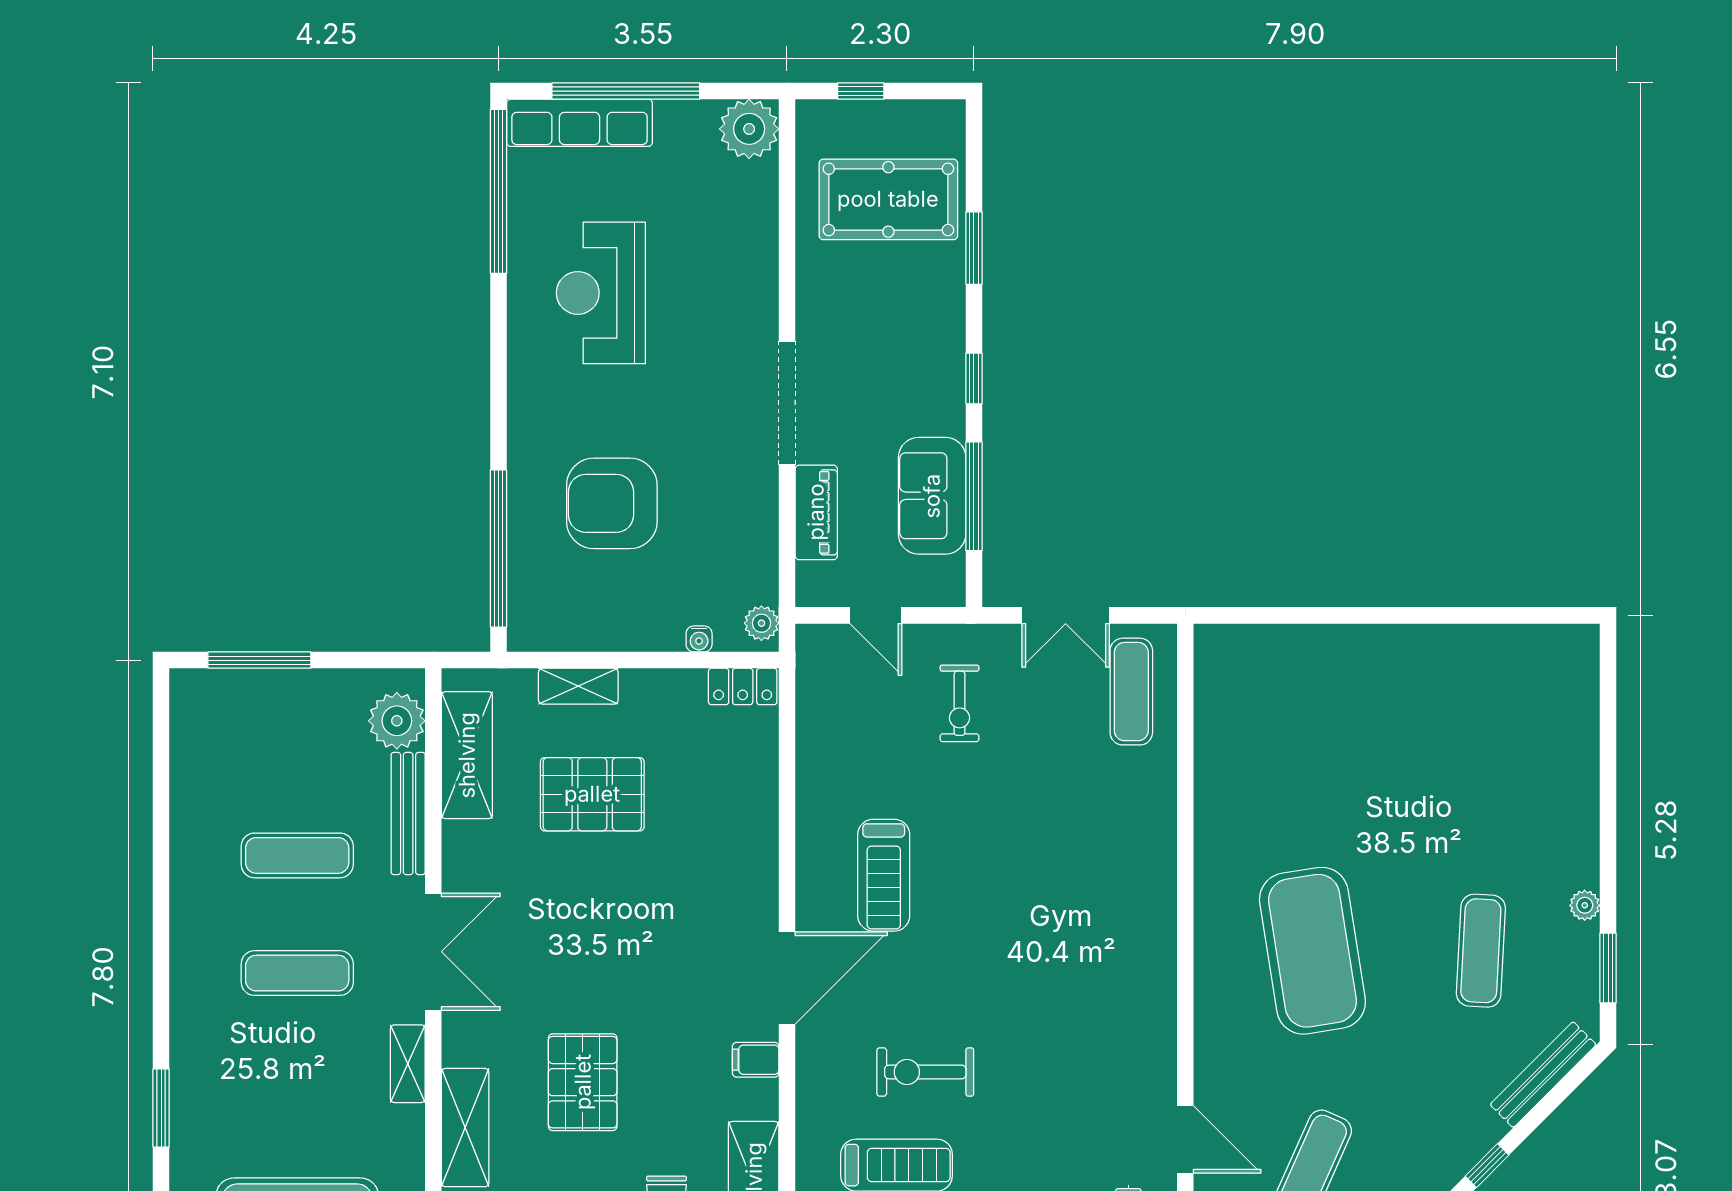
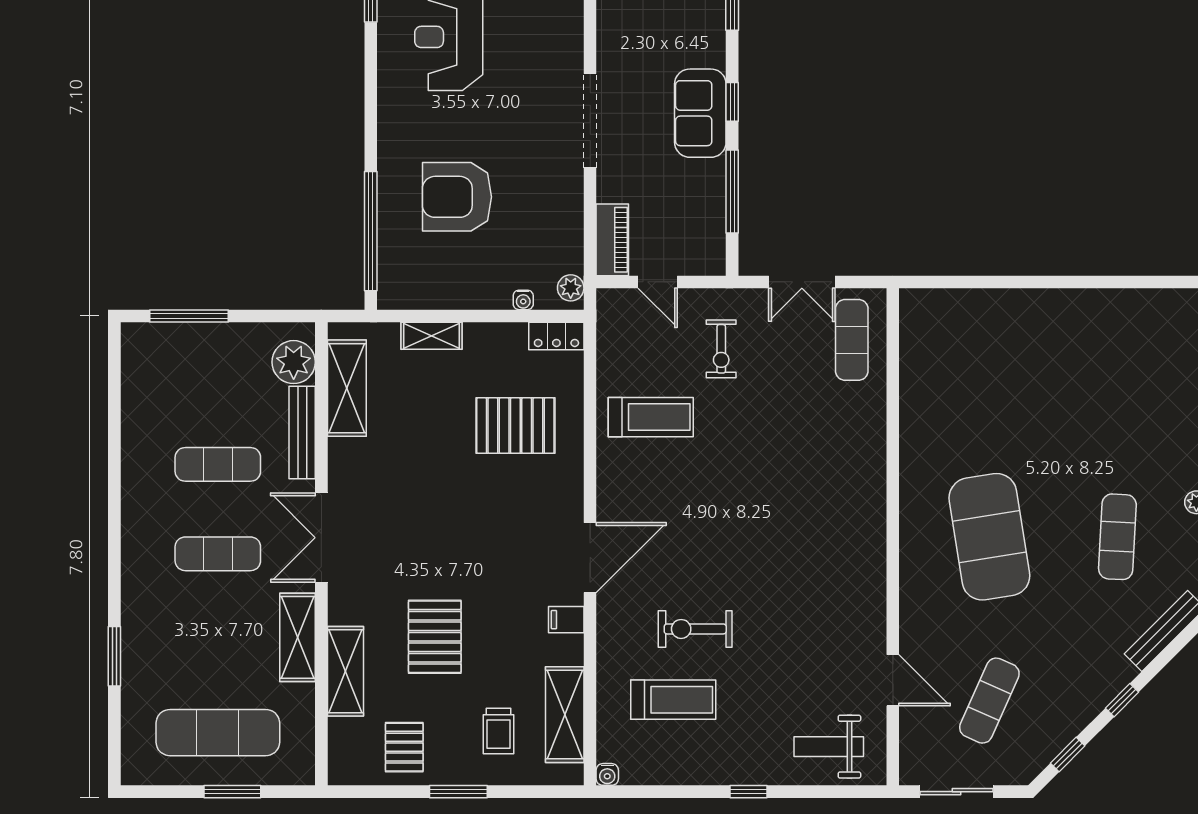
sofa: (932, 496) -> (700, 113), moved
piano: (816, 512) -> (612, 240), moved
pallet: (592, 794) -> (515, 426), moved
treadmill: (884, 875) -> (651, 417), moved, turned -90
double door: (433, 952) -> (321, 538), swing flipped
shelving: (408, 1064) -> (297, 637), width x1.50, depth x1.33

